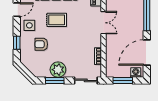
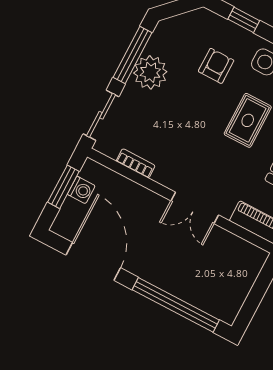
washing machine: (136, 73) -> (81, 190), moved
window: (55, 80) -> (133, 55), width x1.44

